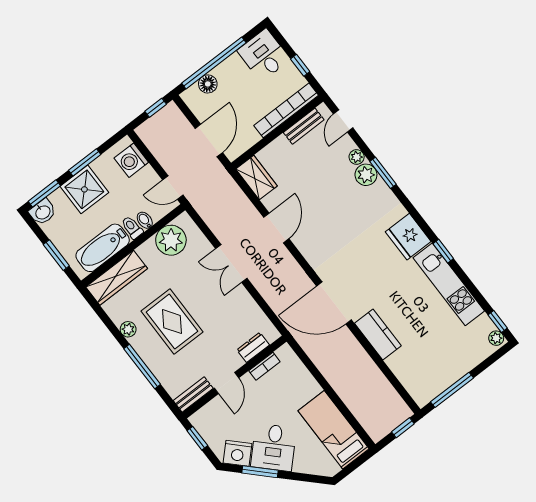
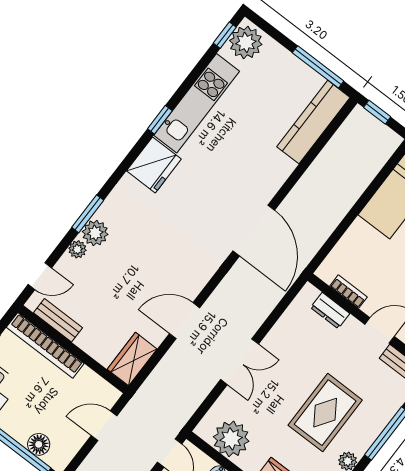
door: (209, 140) -> (104, 426), width x0.73
kitchen counter: (378, 335) -> (313, 122), moved, width x1.50
plant: (496, 338) -> (246, 42), width x1.88, depth x1.88

